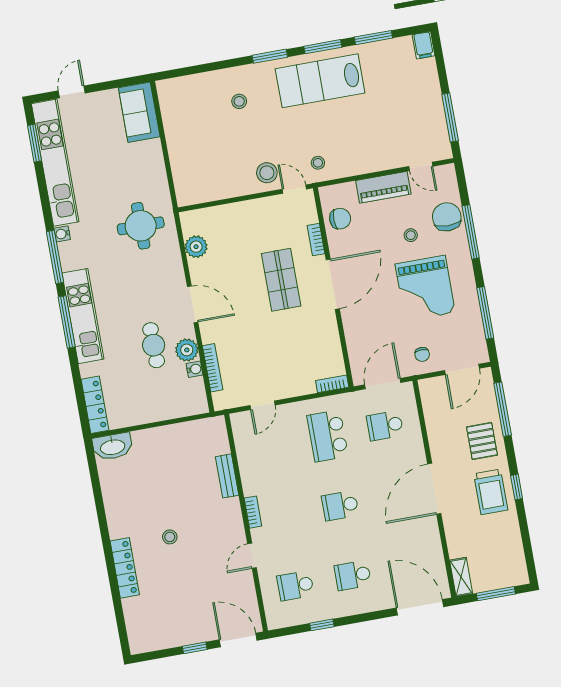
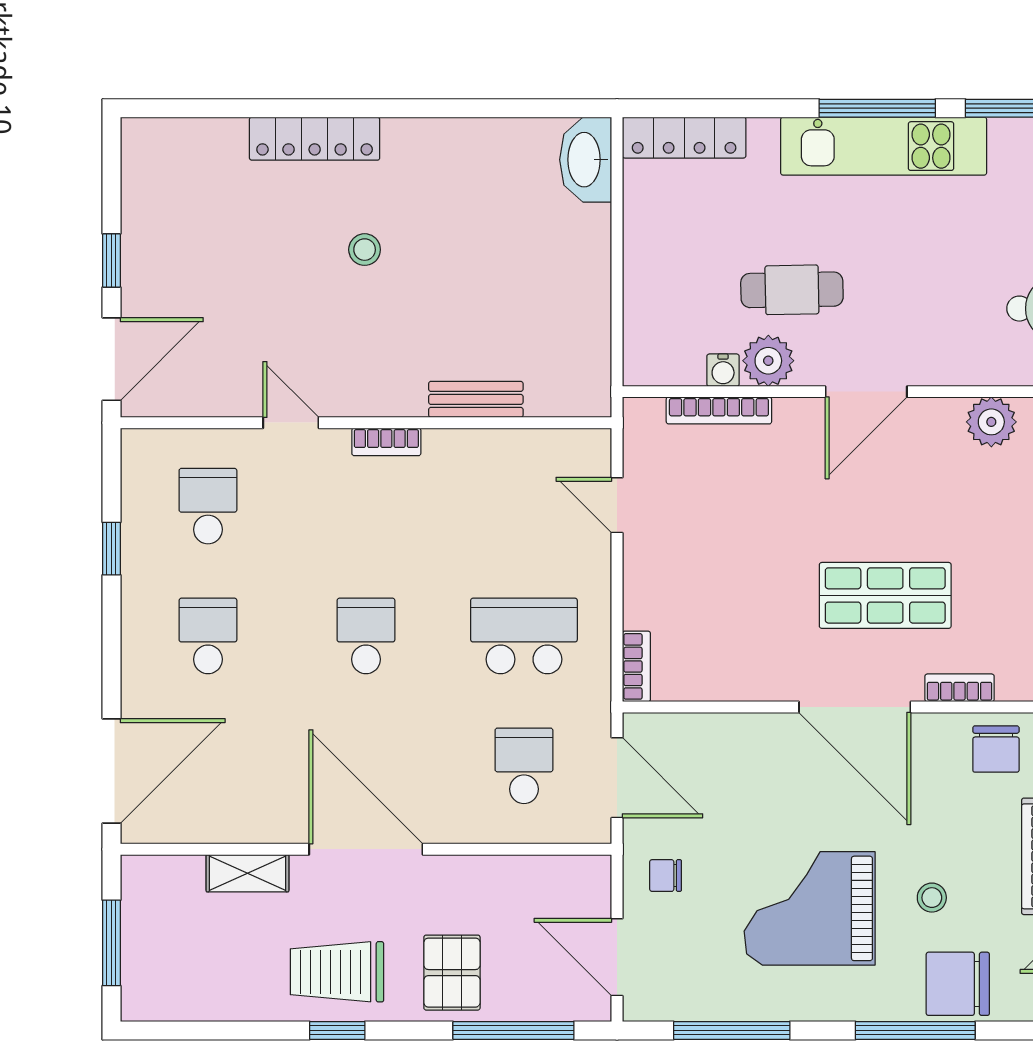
chair: (447, 217) -> (958, 984), turned 180
pallet: (482, 441) -> (452, 973), turned 90
shelving: (461, 577) -> (247, 873), moved

